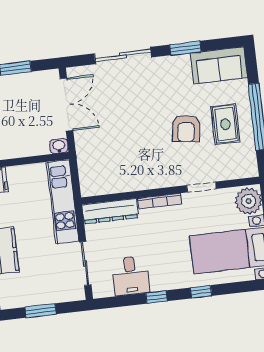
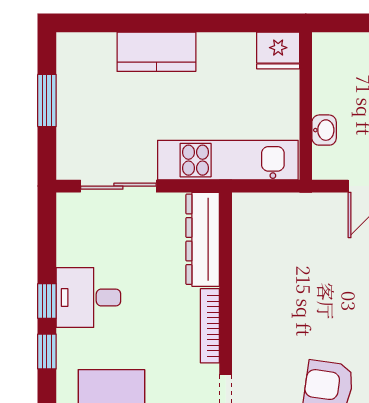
washbasin: (59, 146) -> (324, 130), moved
desk: (131, 276) -> (88, 297), moved
window: (201, 292) -> (47, 351), moved

